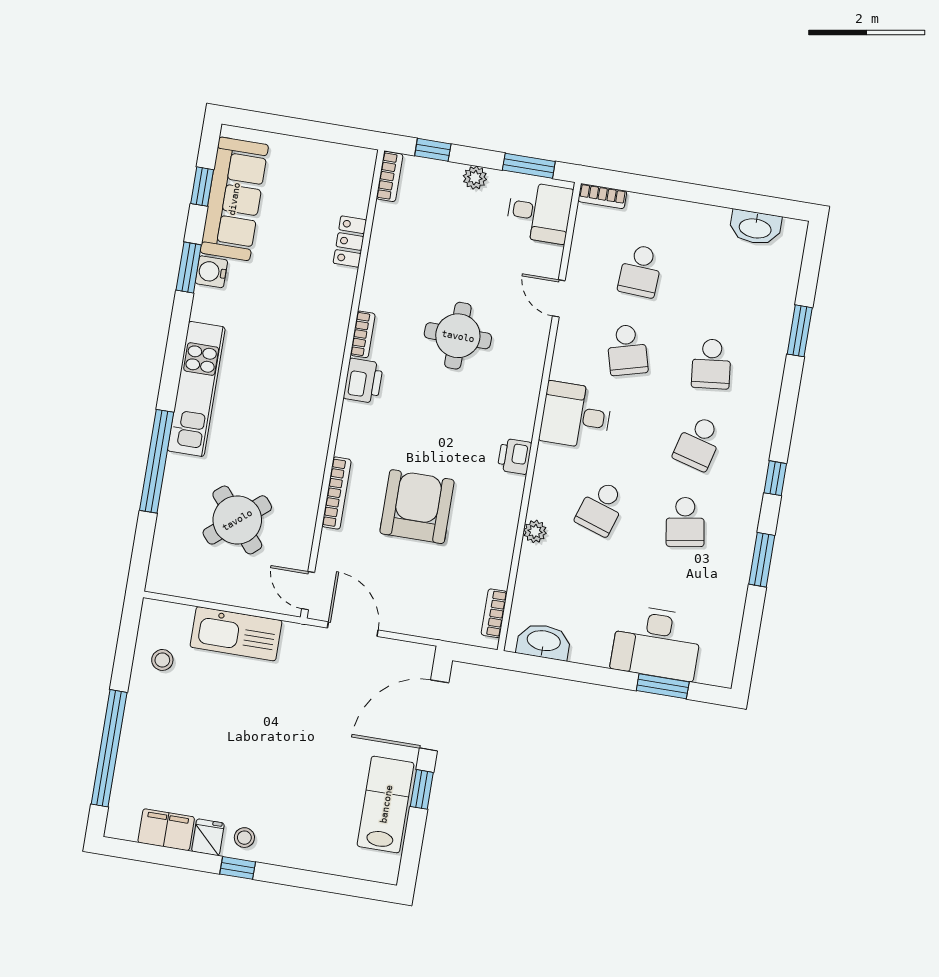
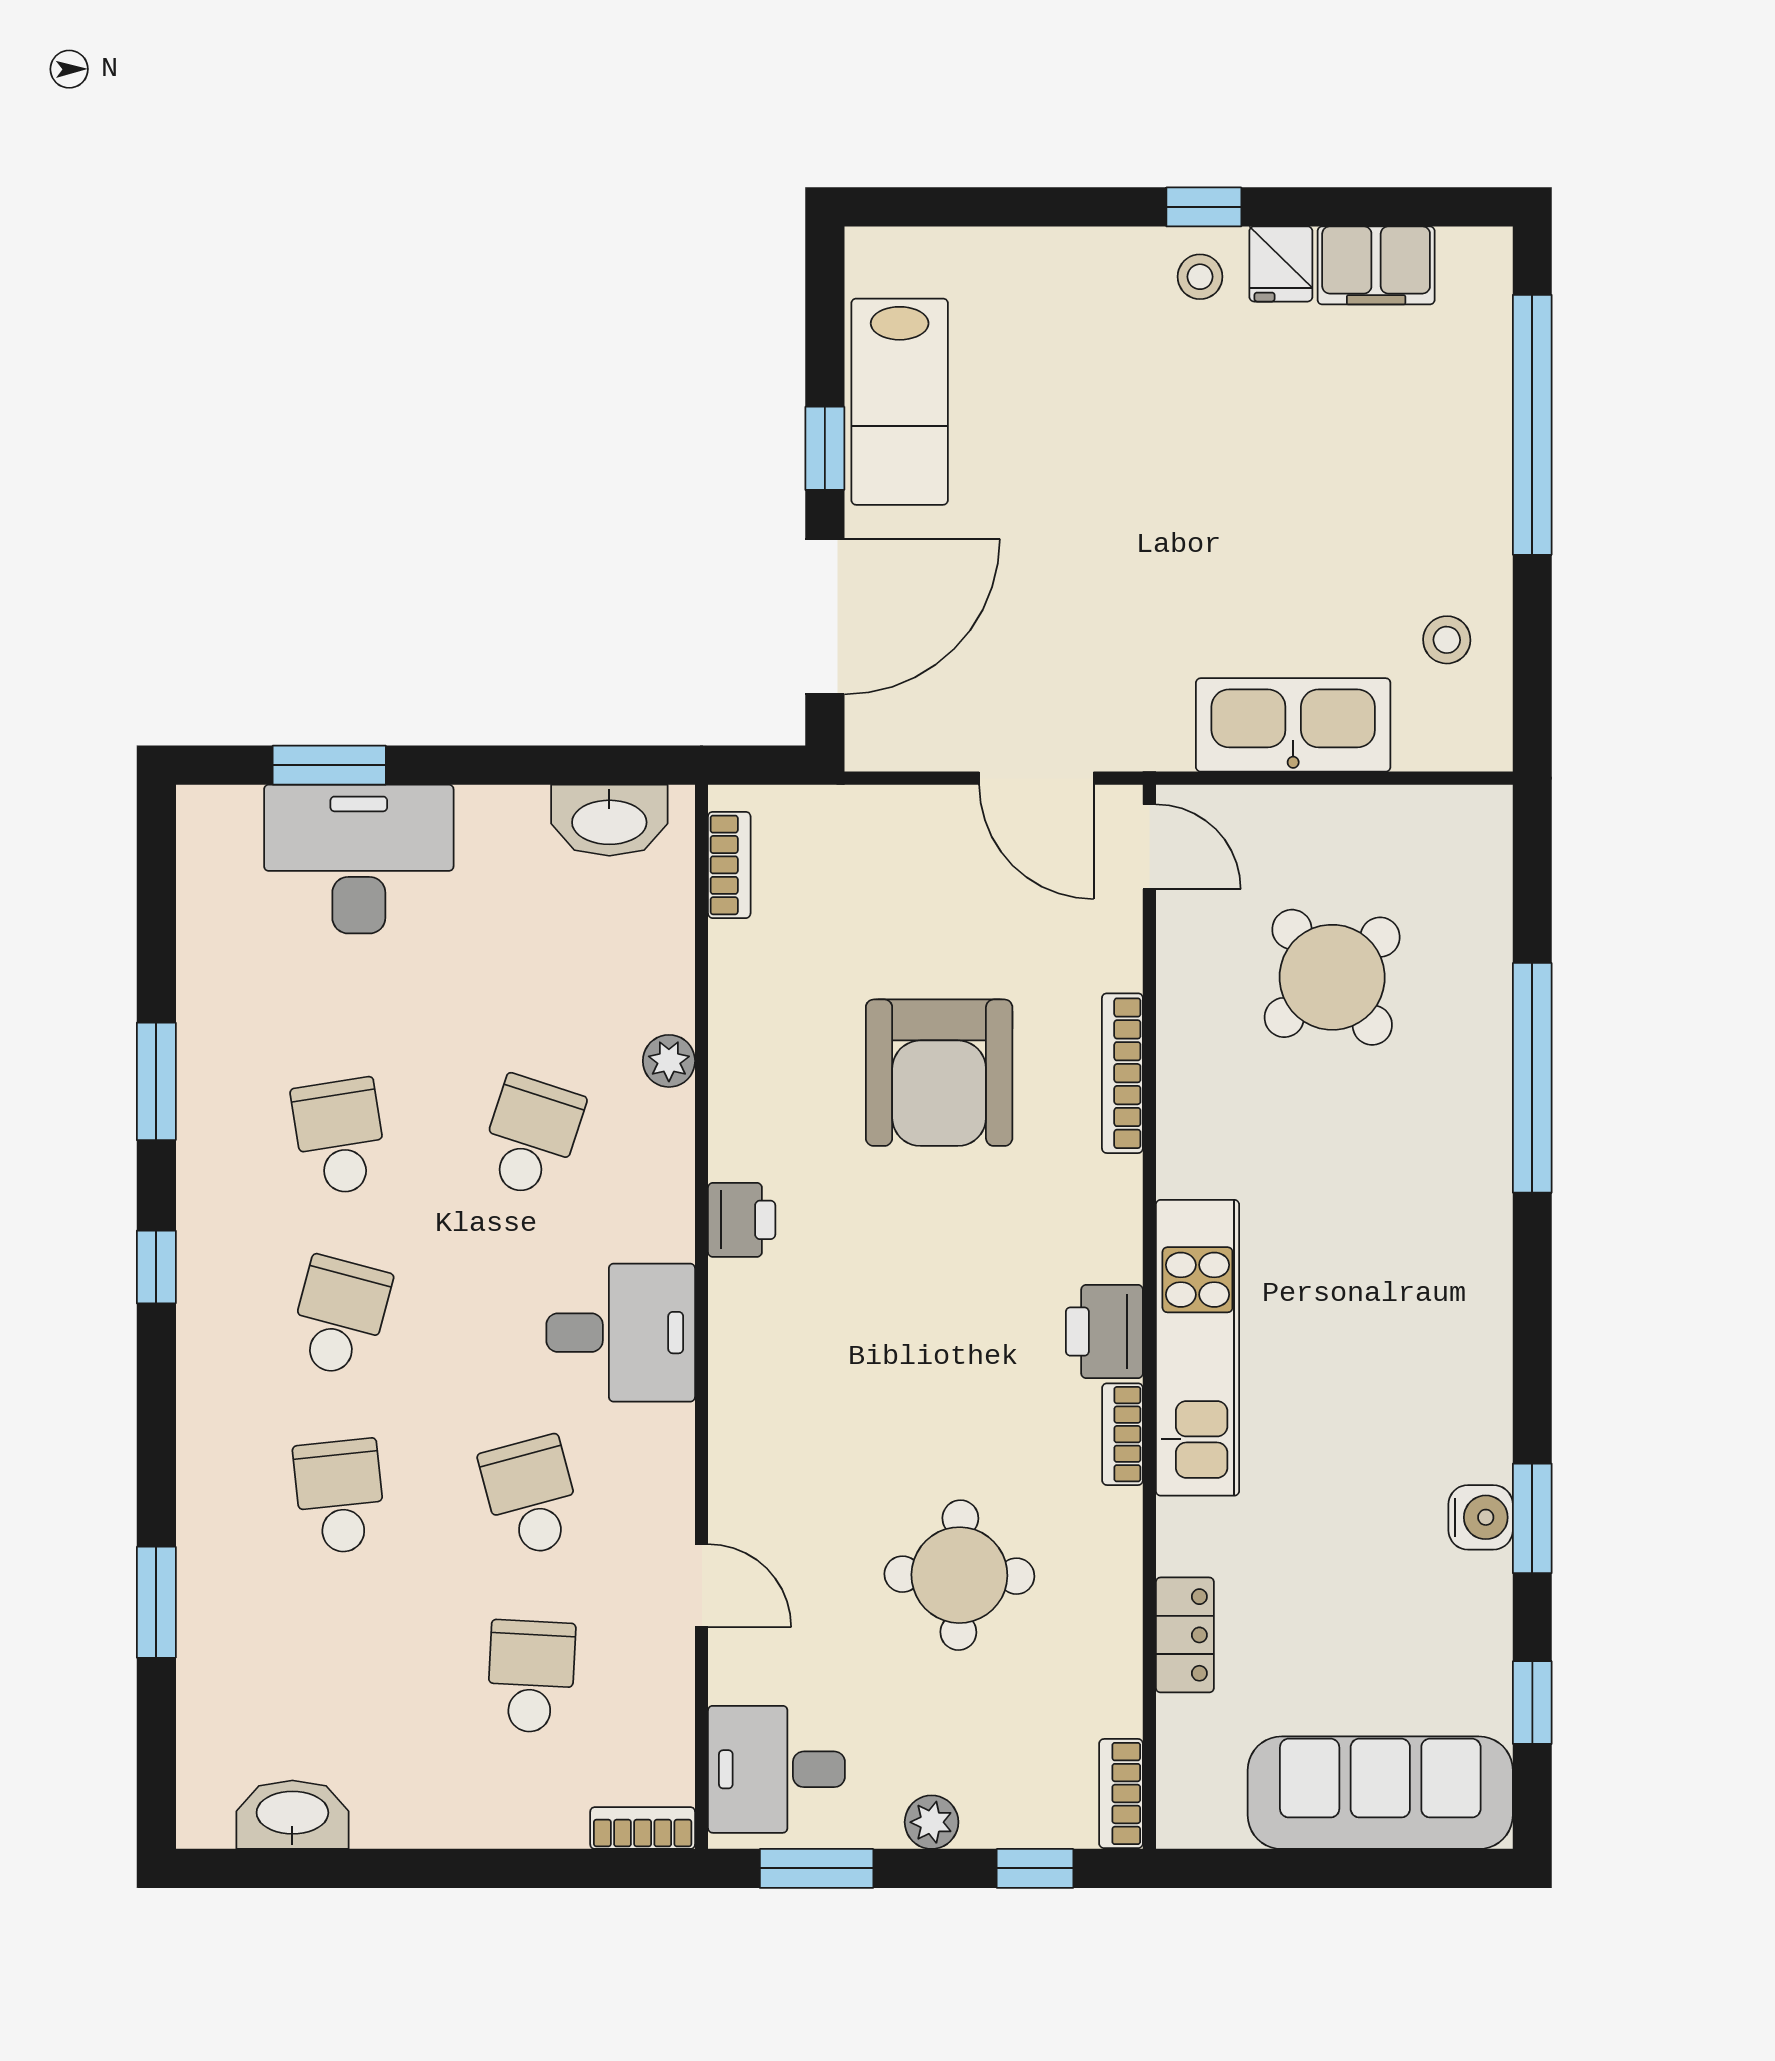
sofa: (234, 199) -> (1380, 1793), moved, turned 90
round table: (458, 336) -> (959, 1575), moved
kitchen unit: (196, 389) -> (1197, 1348), moved, turned 180

